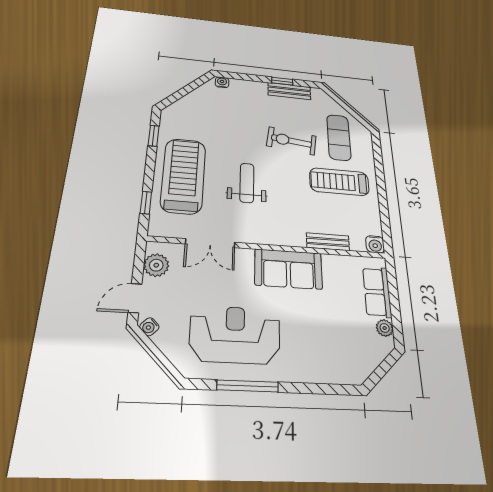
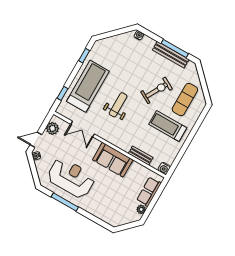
window: (282, 81) -> (175, 48), width x2.17
bench: (289, 91) -> (171, 55), width x1.36
exercise bike: (292, 141) -> (157, 90), turned 112

